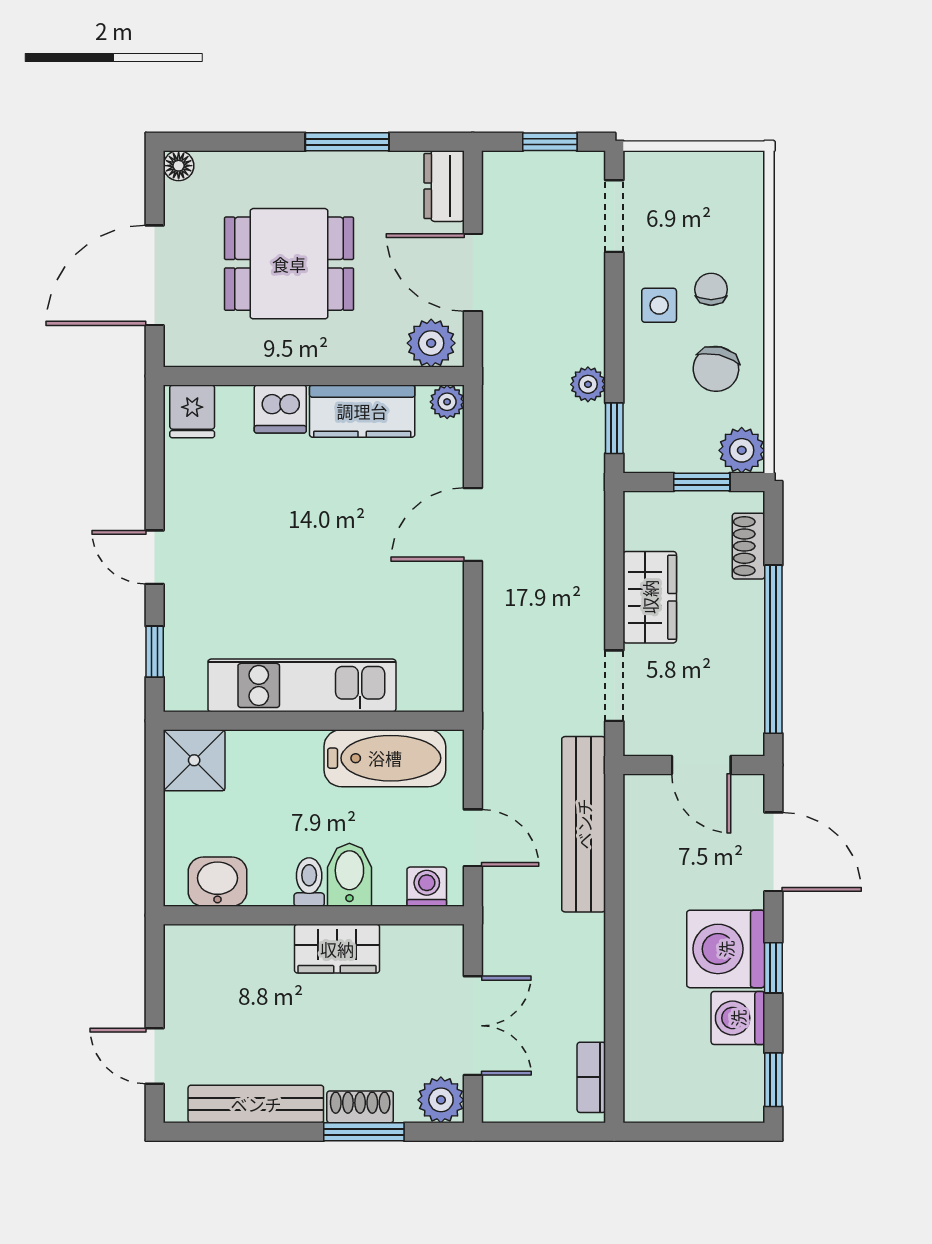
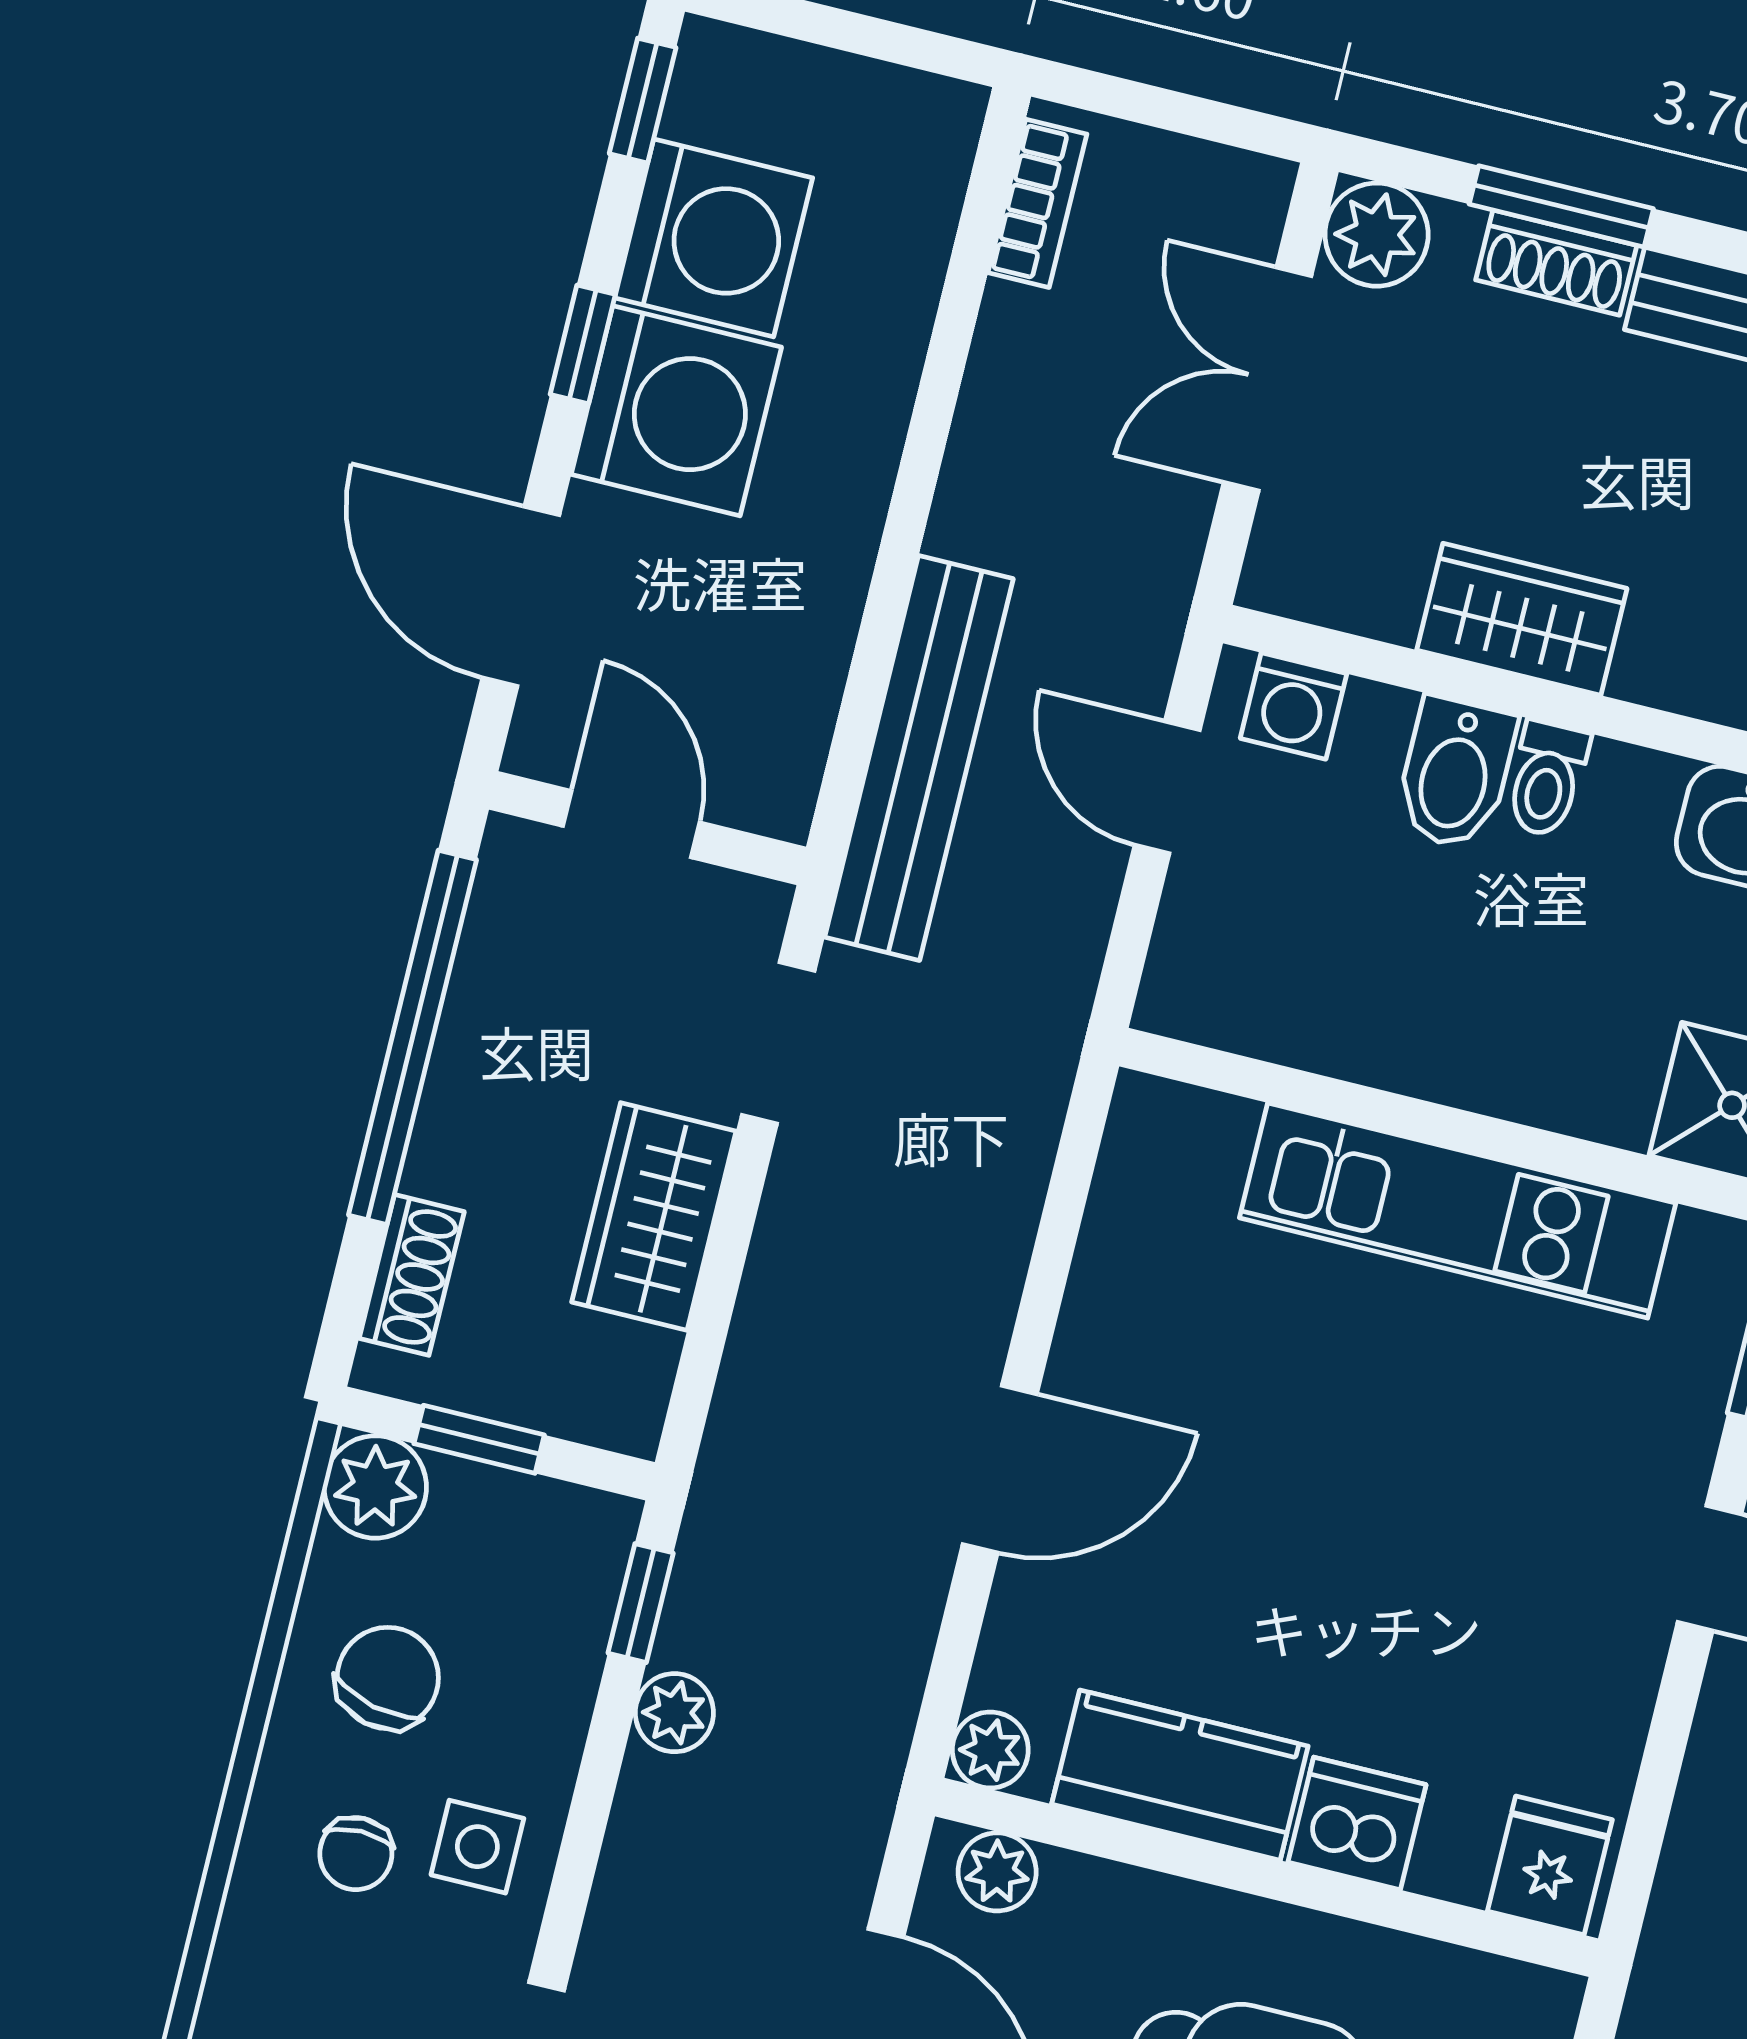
plant: (431, 343) -> (997, 1872), width x0.73, depth x0.73
bathtub: (385, 758) -> (1316, 1008), removed
washing machine: (738, 1018) -> (714, 238), width x1.37, depth x1.37

